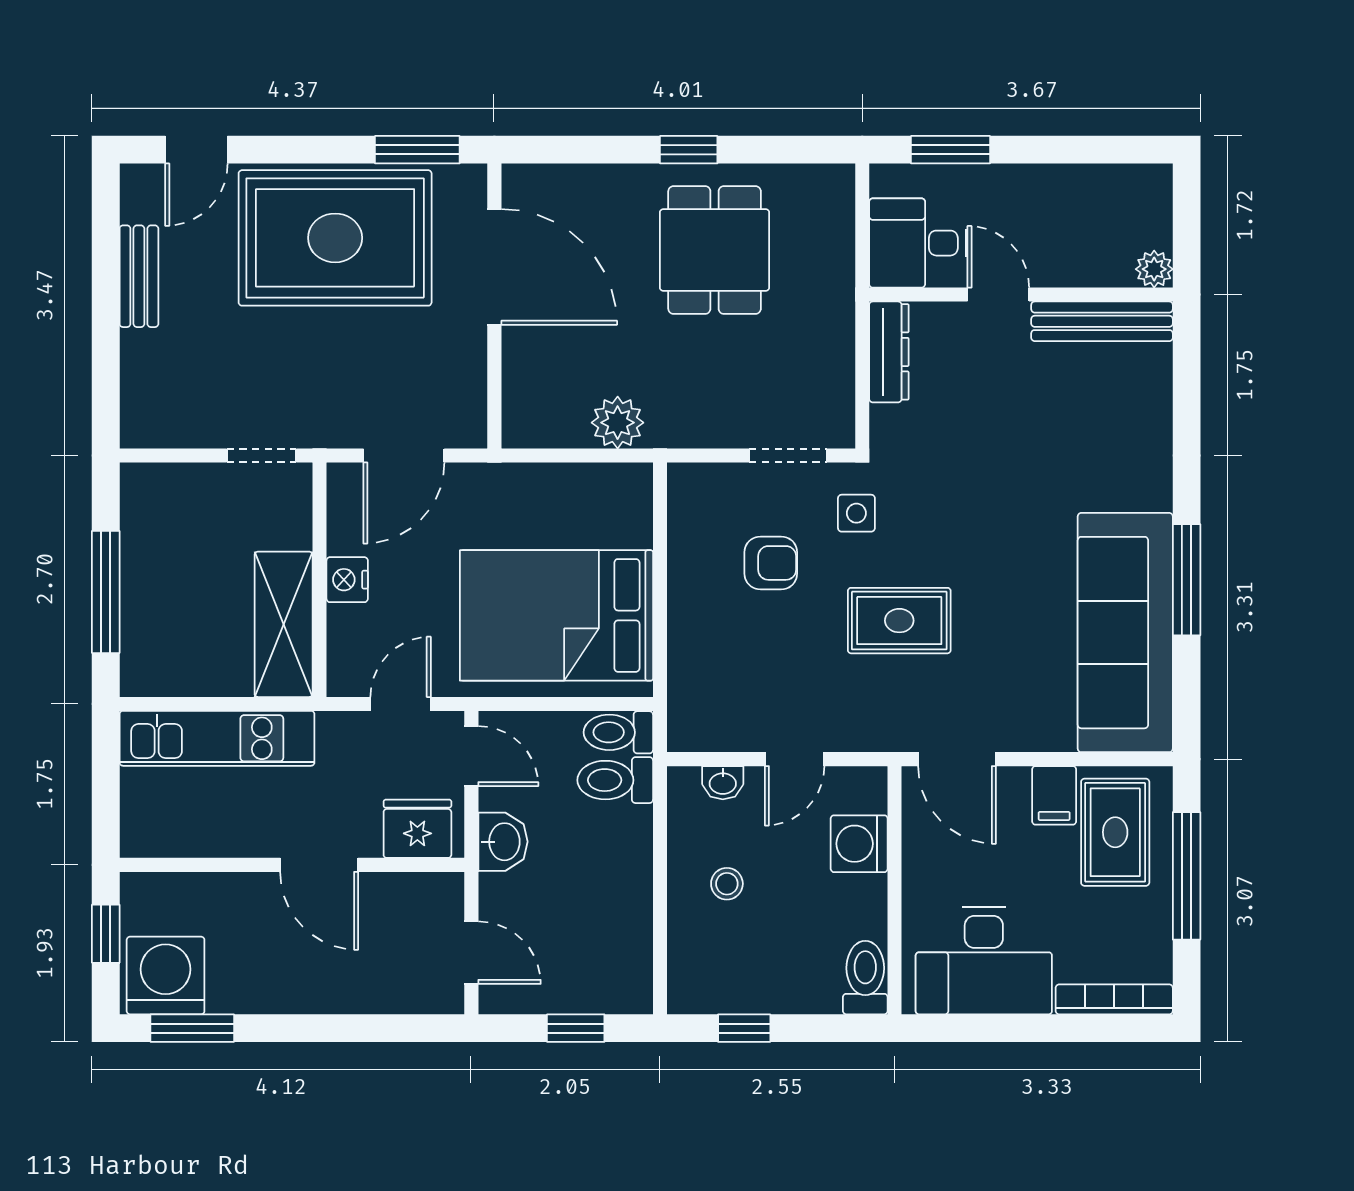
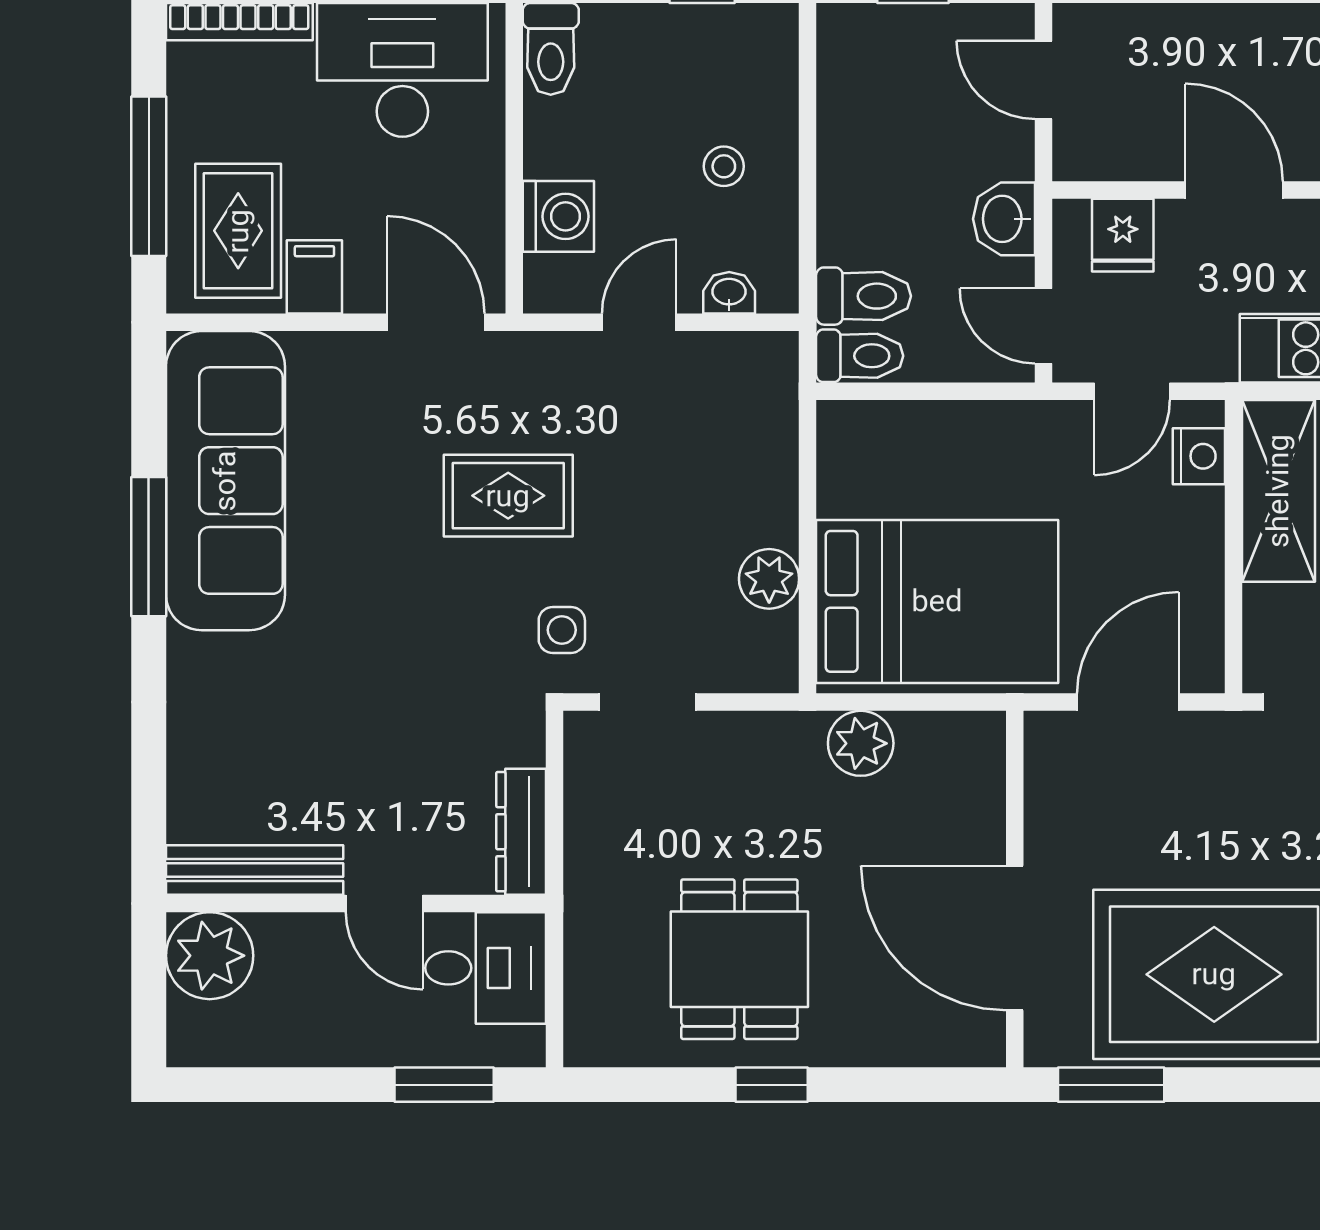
plant: (1154, 269) -> (210, 956), width x1.88, depth x1.88
plant: (691, 554) -> (769, 579), added
armchair: (771, 563) -> (669, 568), removed
nightstand: (347, 580) -> (1199, 456), moved
bed: (556, 615) -> (937, 601), moved
fridge: (417, 829) -> (1123, 235), width x0.72

